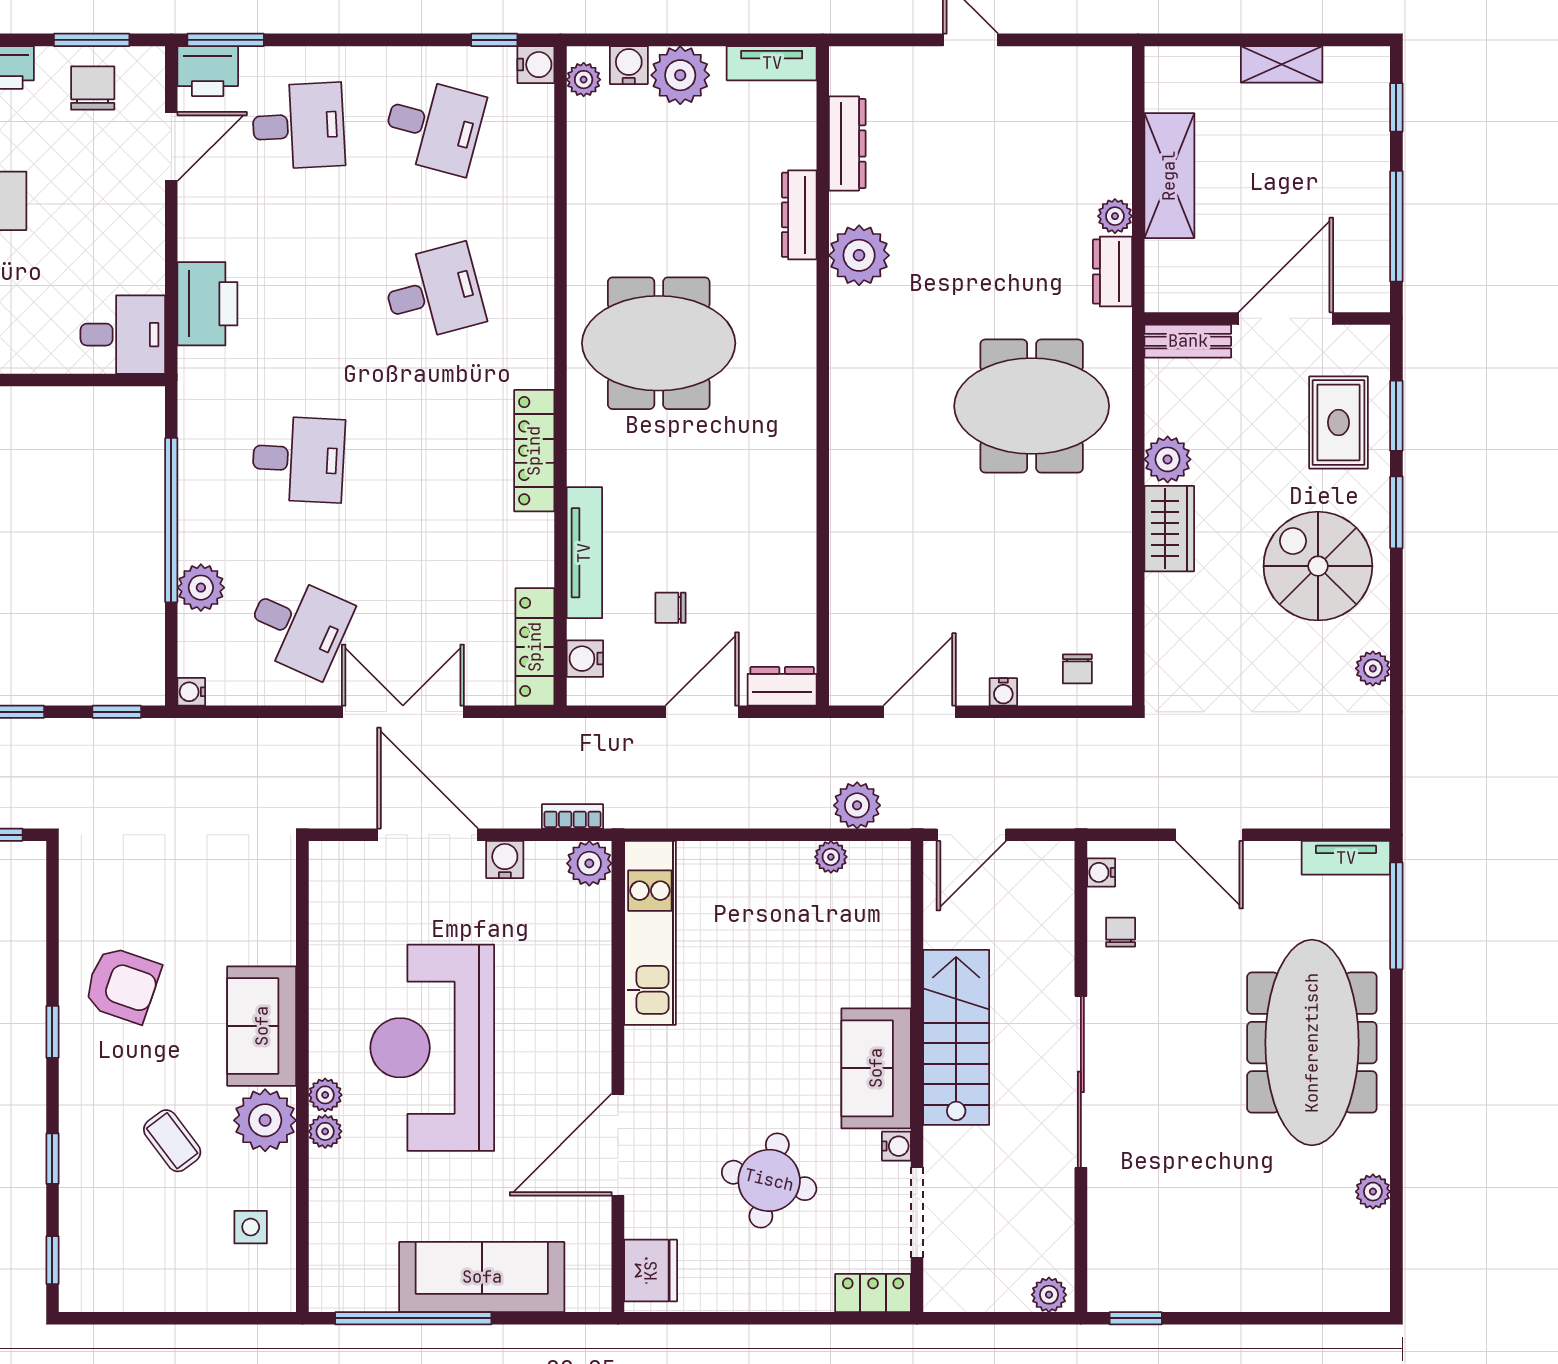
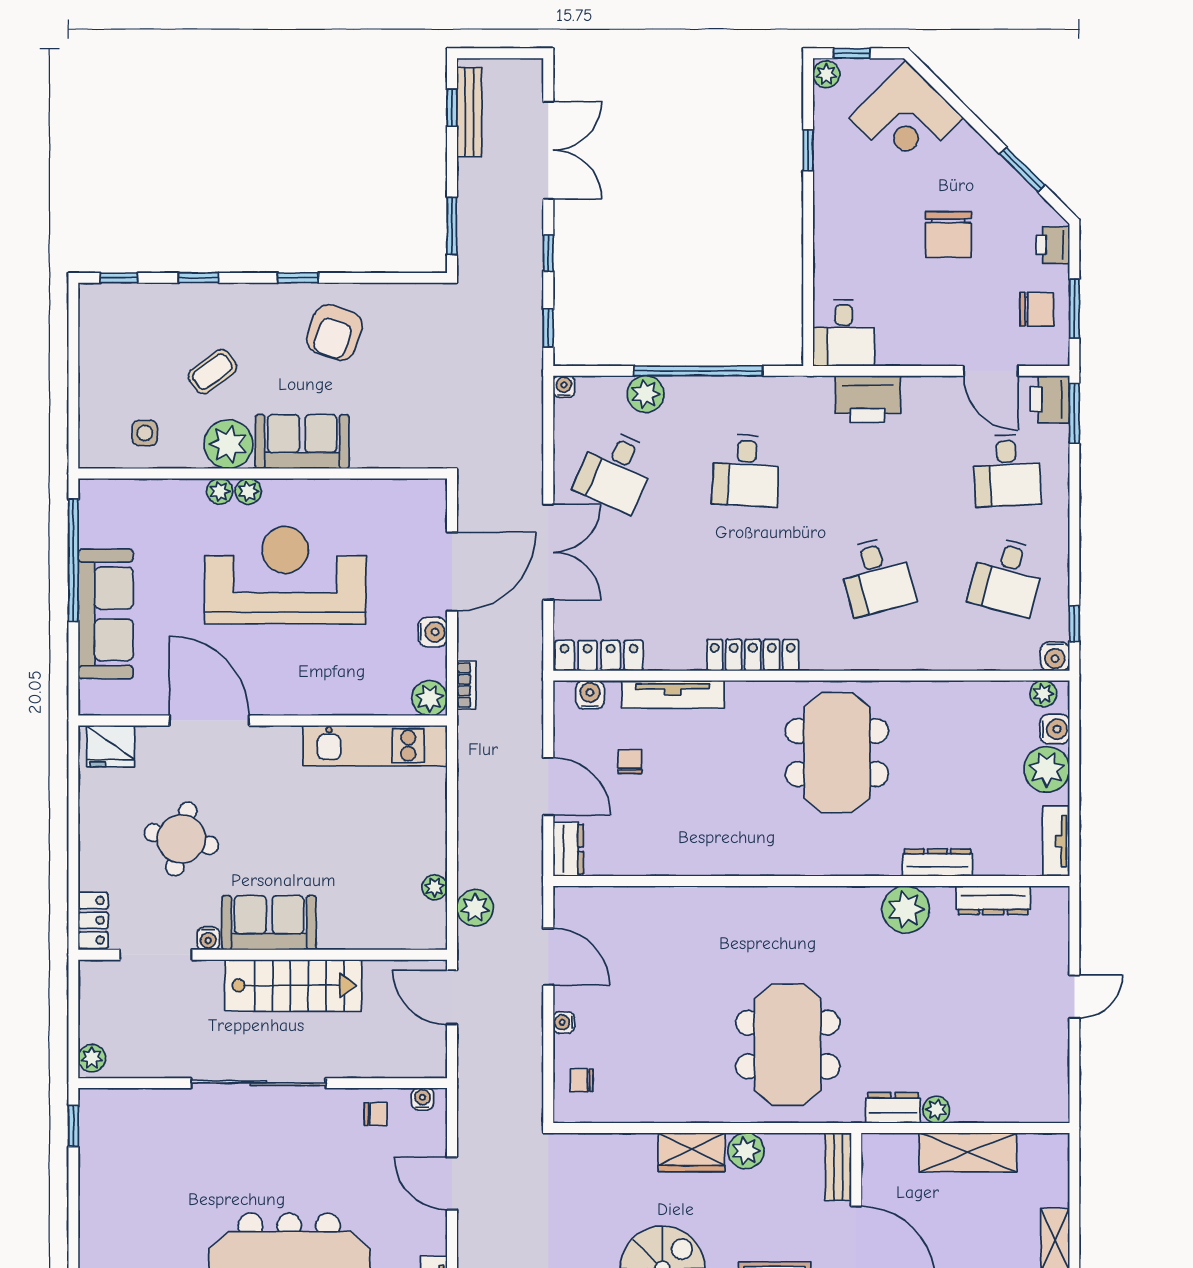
door: (1209, 835) -> (452, 1184), hinge flipped

